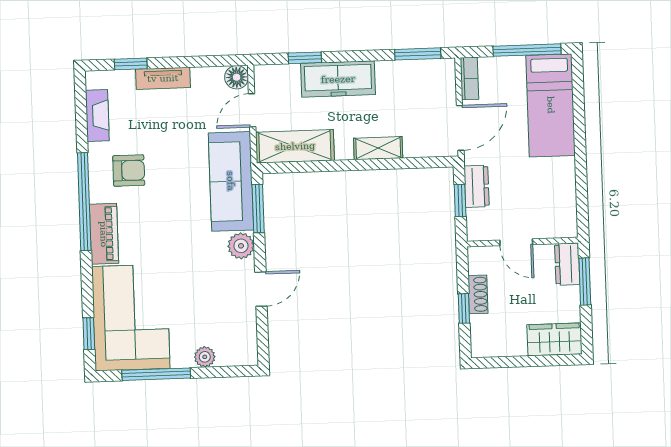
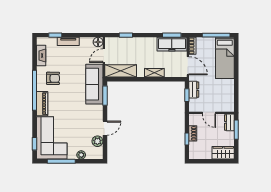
freezer: (338, 79) -> (172, 44), moved
door: (460, 128) -> (188, 66), hinge flipped
plant: (241, 246) -> (97, 141), moved

